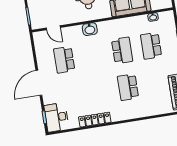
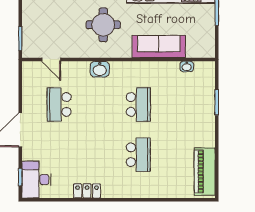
school desk: (151, 46) -> (178, 104), removed
school desk: (128, 87) -> (138, 155), turned 180
locker: (95, 120) -> (87, 191), width x0.66

